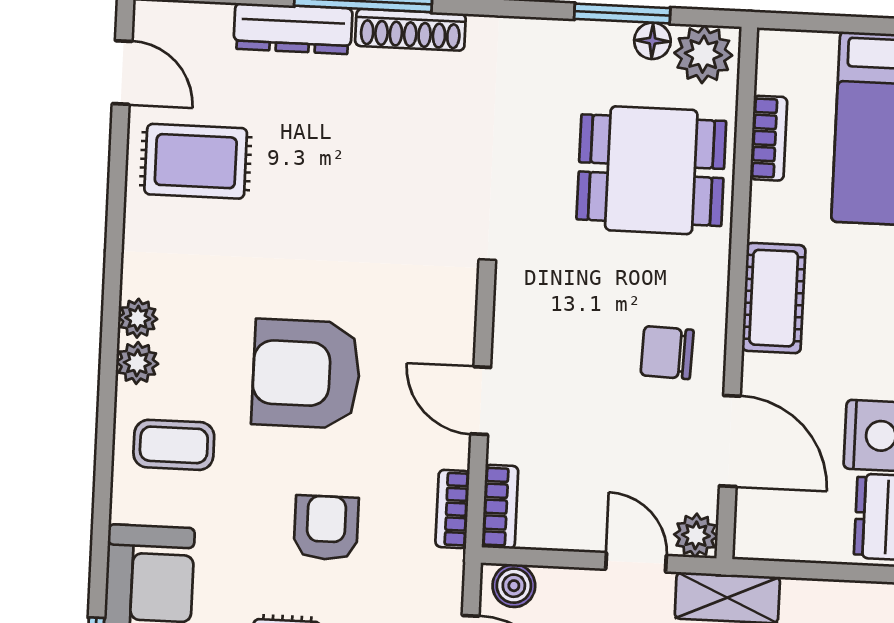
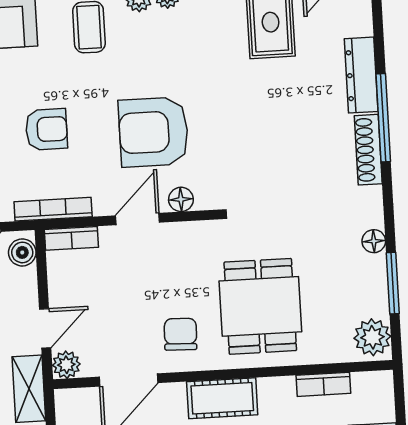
floor lamp: (652, 41) -> (374, 241), moved
dining table: (651, 170) -> (260, 306), moved
floor lamp: (457, 330) -> (181, 199), added
armchair: (306, 374) -> (154, 132), moved, turned -90
bookcase: (452, 509) -> (53, 209), width x1.56

